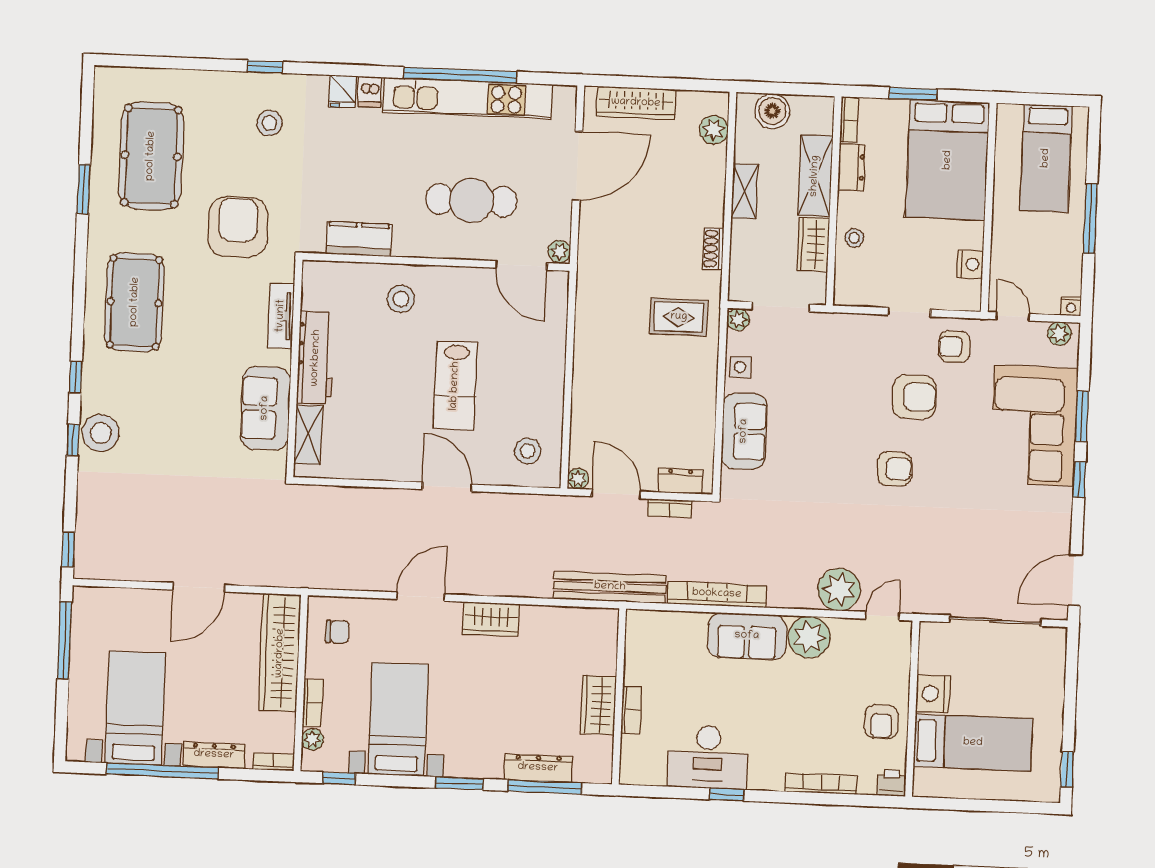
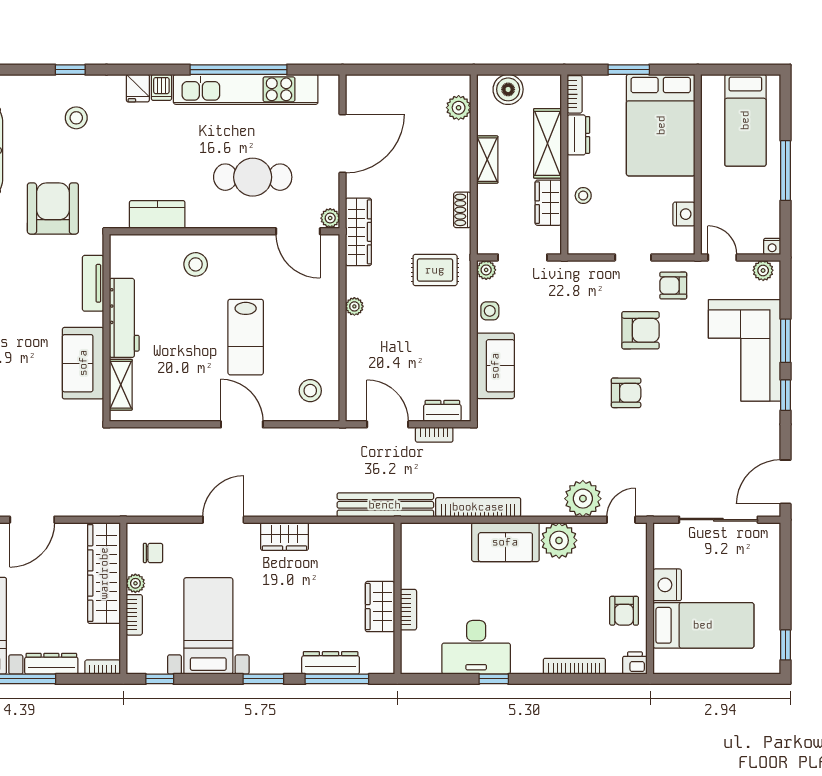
wardrobe: (636, 103) -> (358, 232), moved, turned -90
plant: (578, 479) -> (354, 306), moved
plant: (312, 739) -> (135, 583), moved

